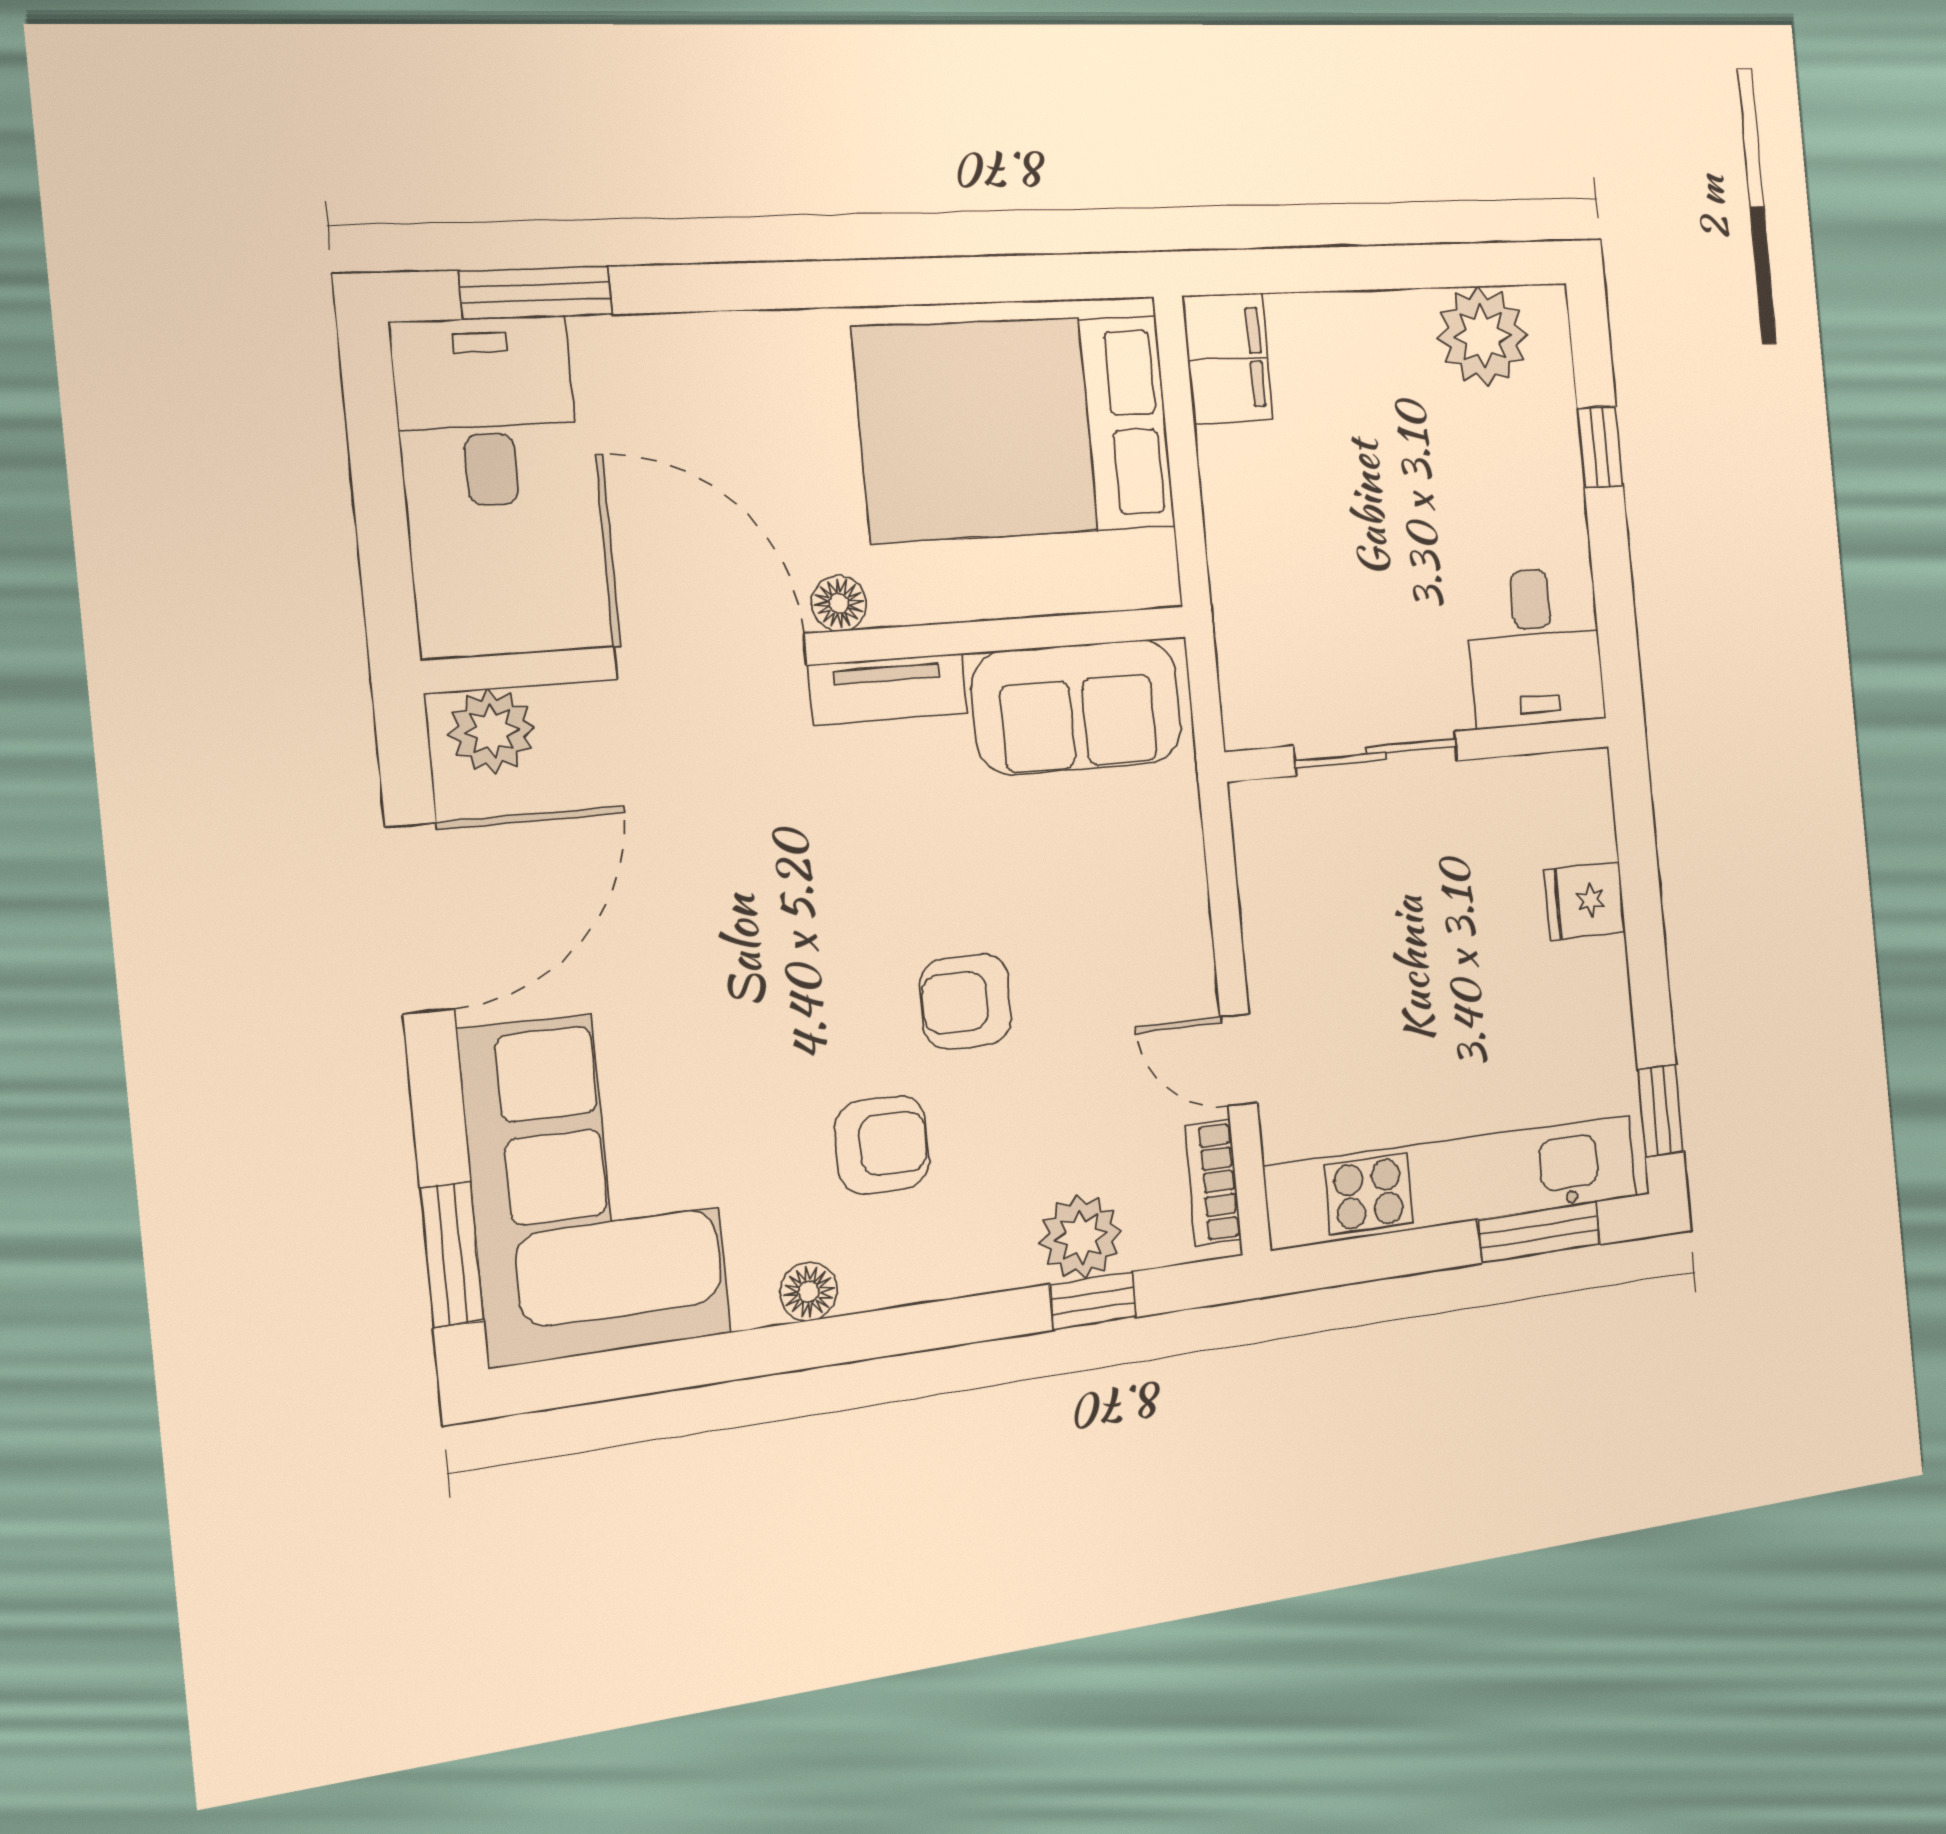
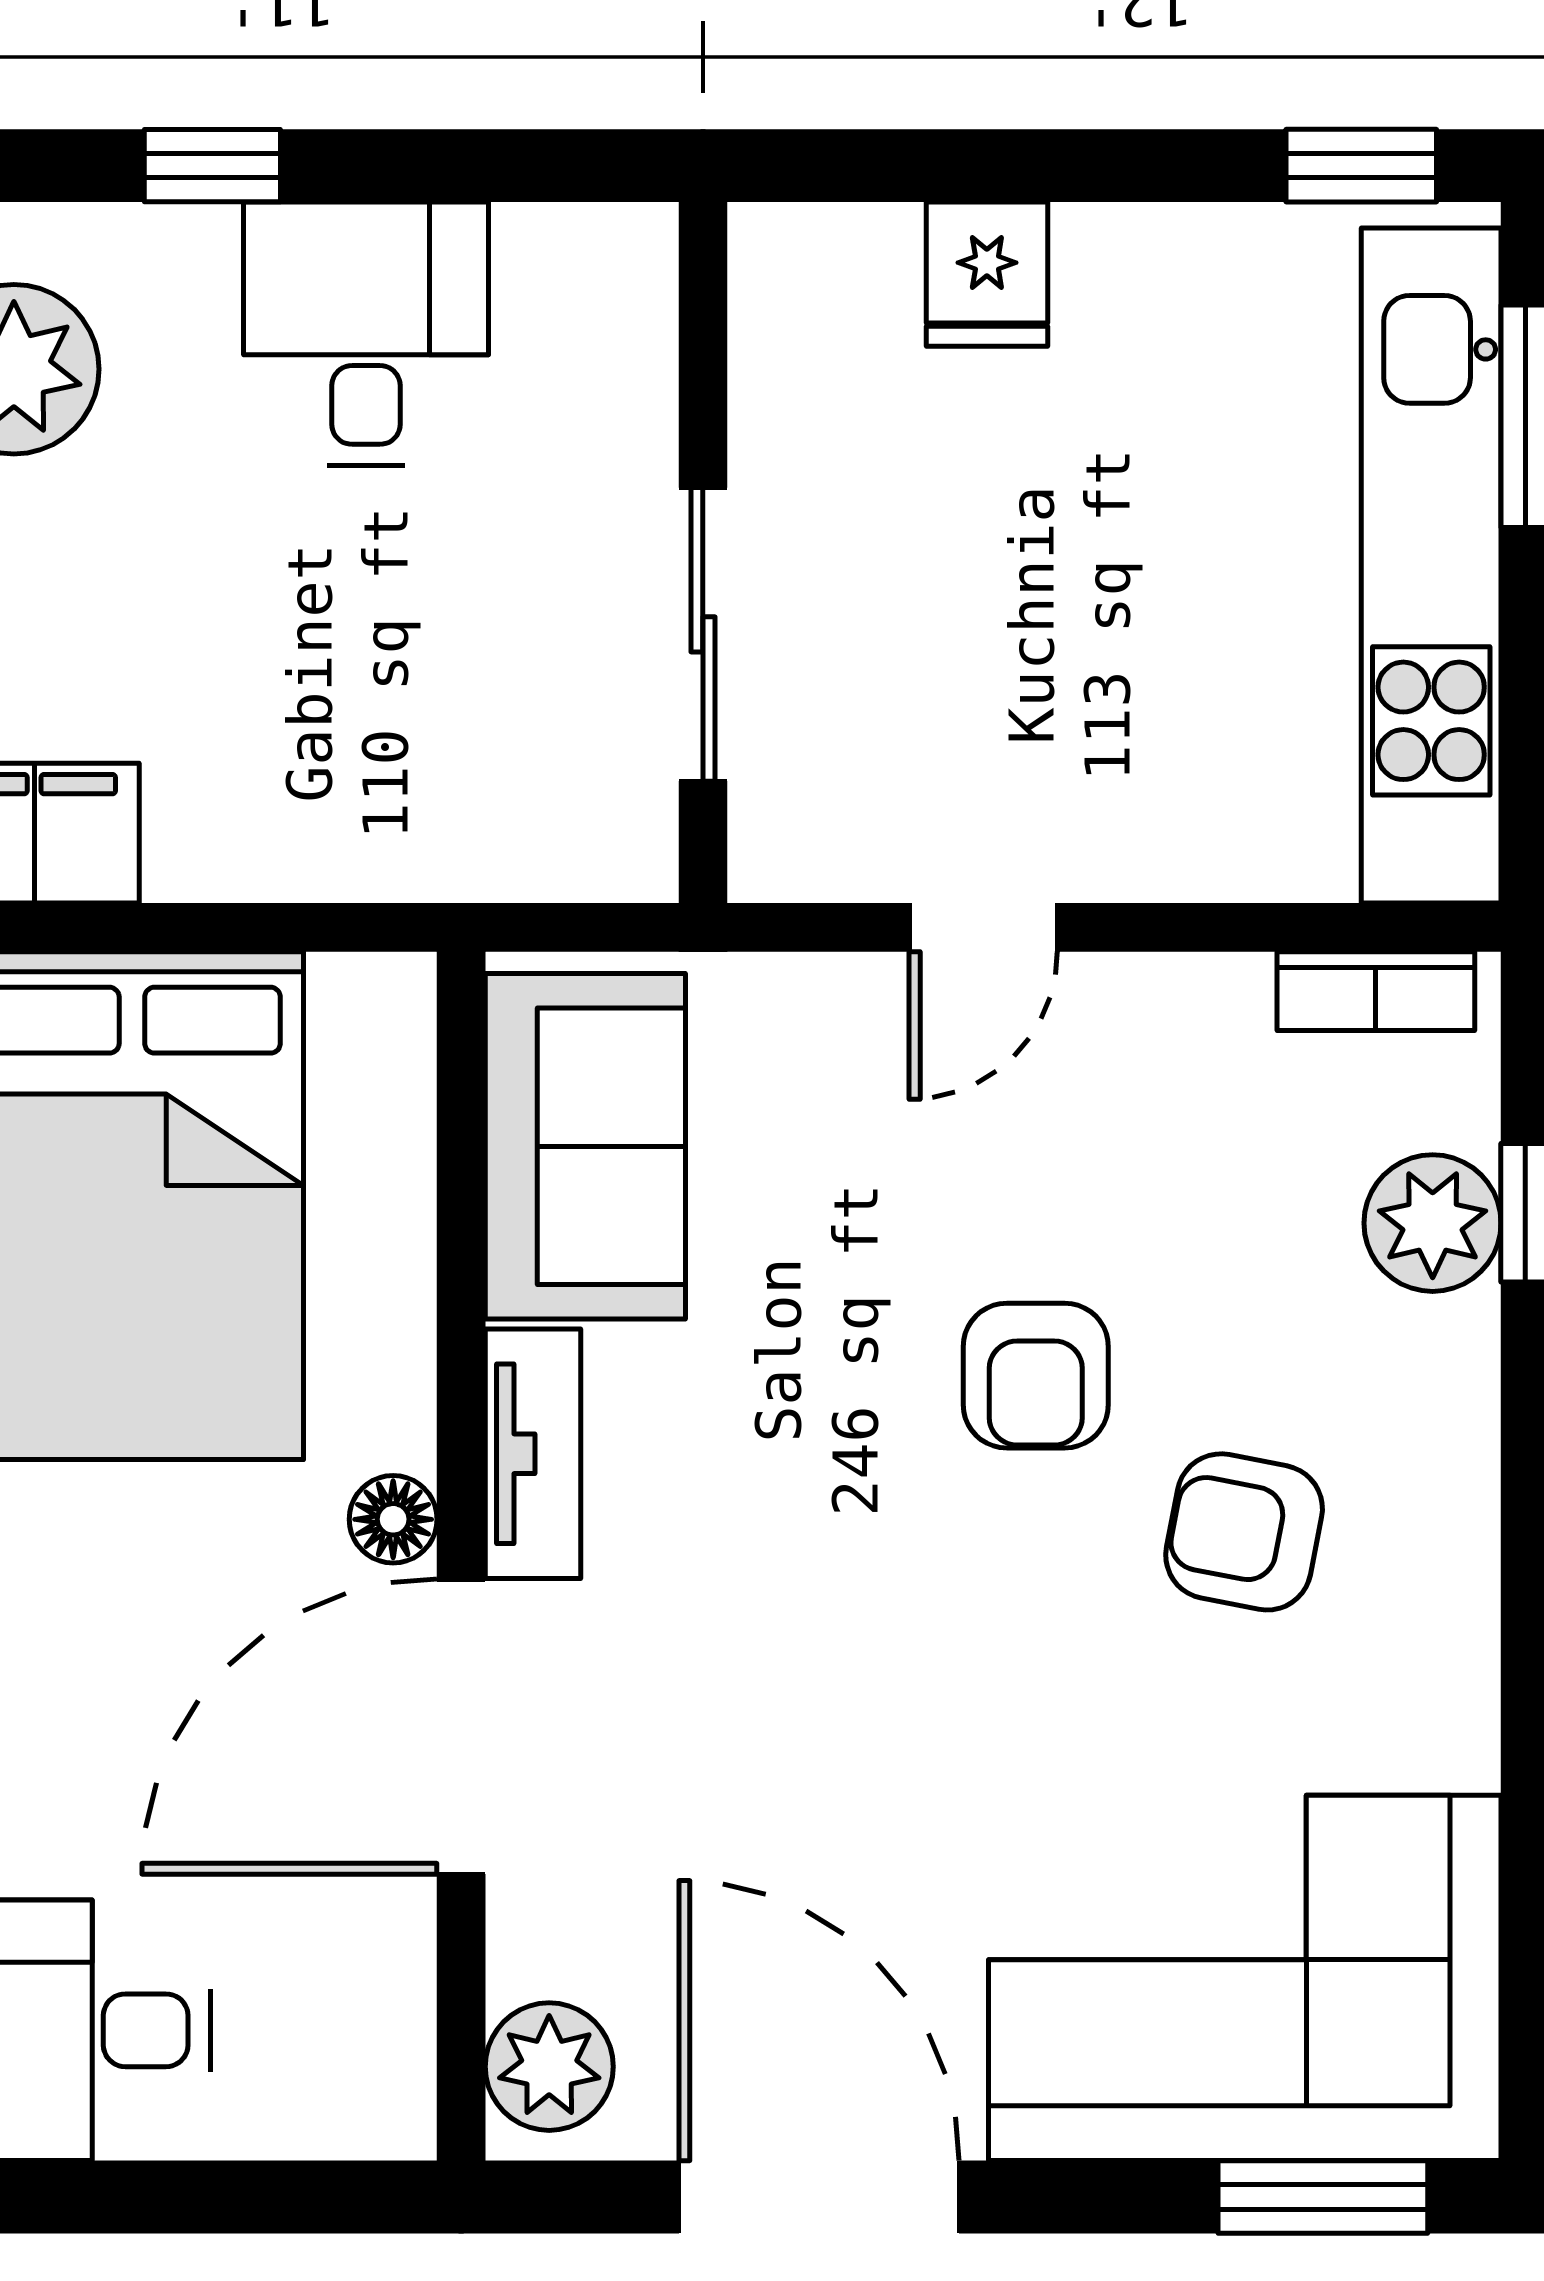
desk: (1535, 647) -> (366, 334), moved, turned -90
door: (1239, 1060) -> (983, 927), moved
armchair: (882, 1145) -> (1244, 1532), turned -79
floor lamp: (809, 1292) -> (1456, 1669), removed

